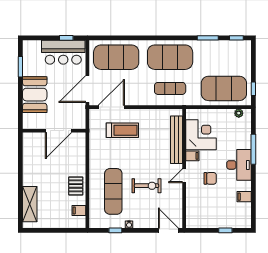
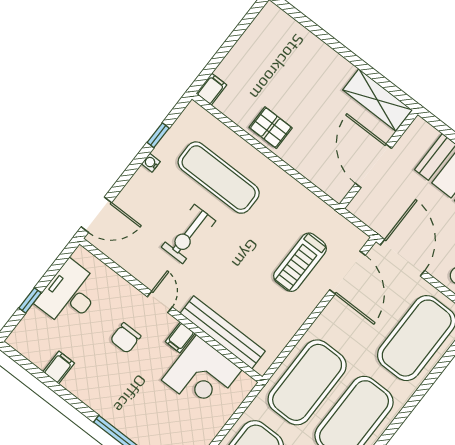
exercise mat: (170, 88) -> (307, 382), width x2.00, depth x1.45
desk: (239, 165) -> (69, 294), moved, turned 90
shelving: (30, 204) -> (377, 100), moved
filing cabinet: (79, 210) -> (211, 89), moved

